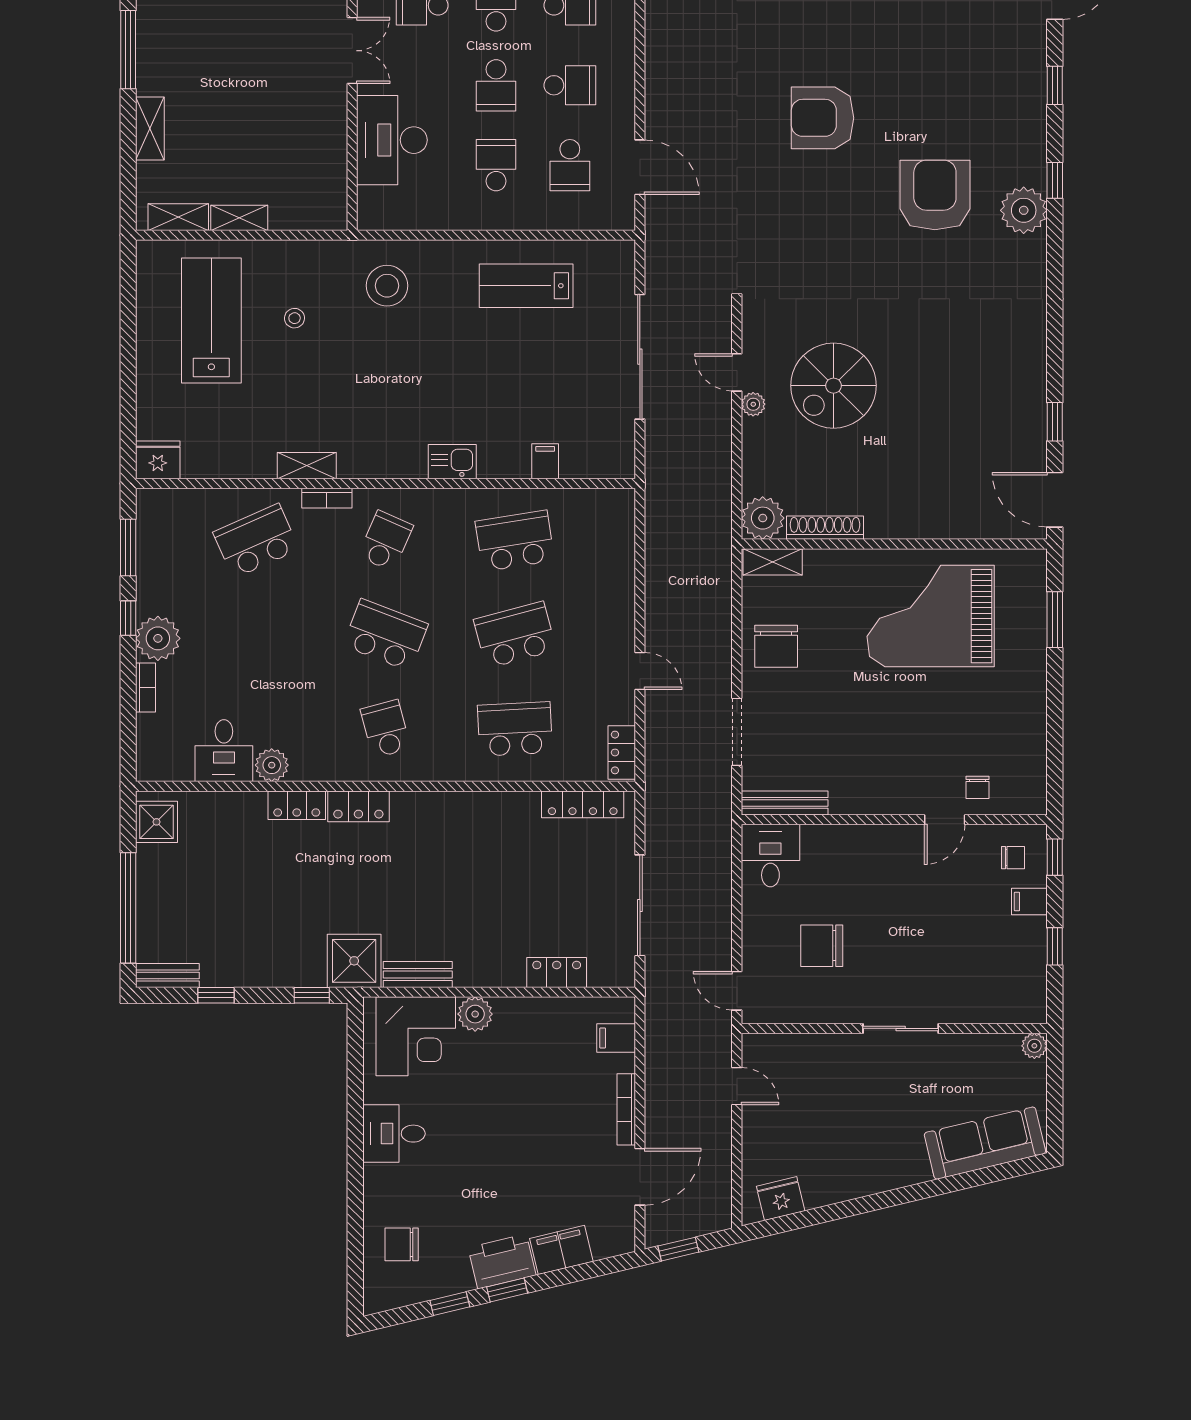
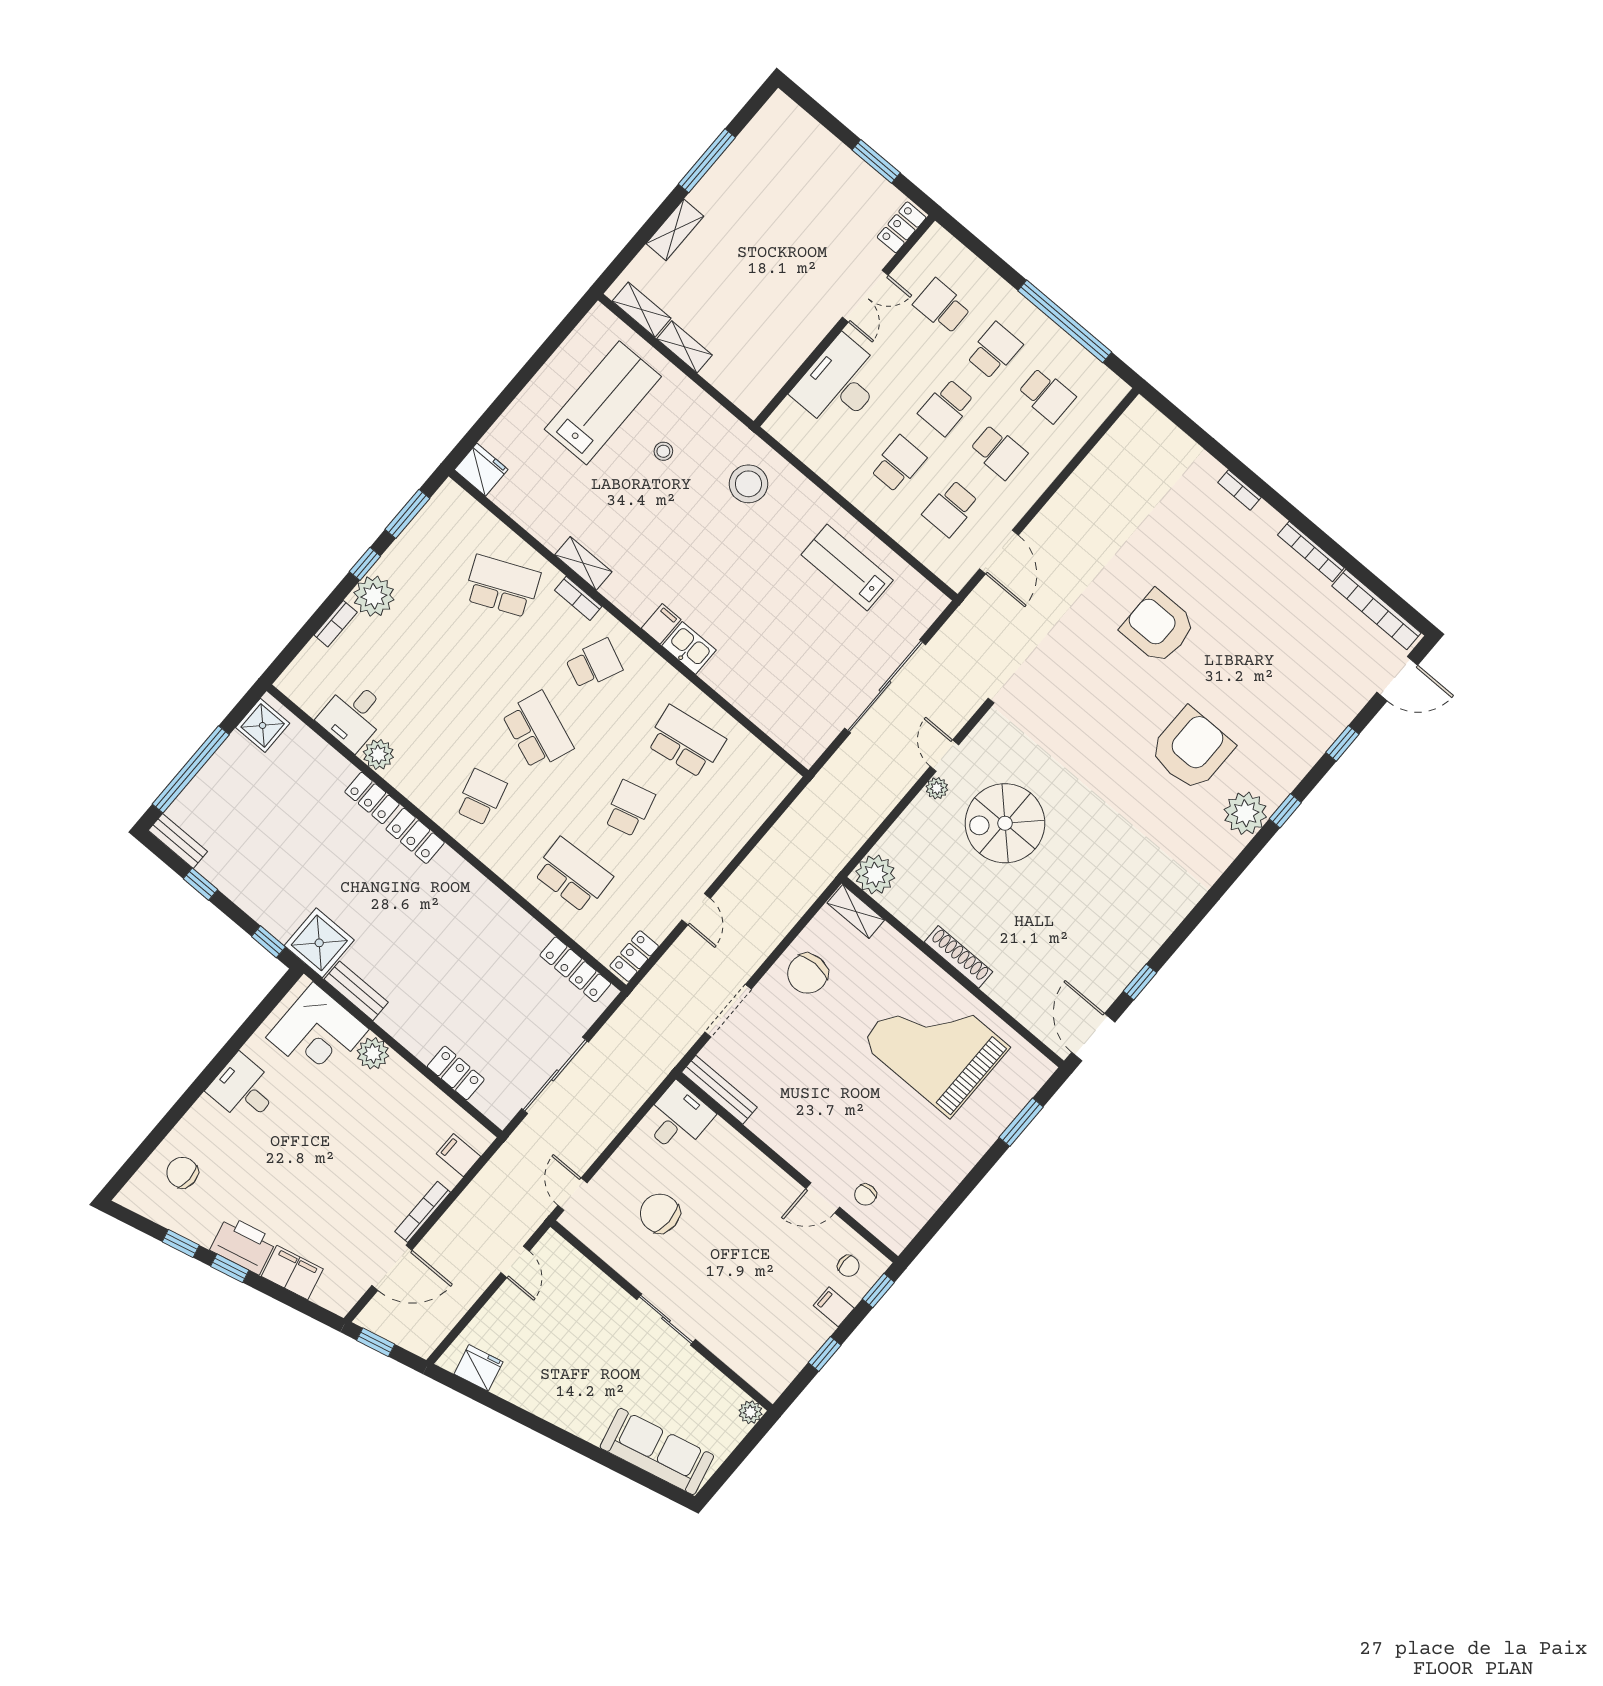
filing cabinet: (545, 461) -> (661, 624), moved
shoe rack: (825, 528) -> (958, 957), moved
school desk: (515, 635) -> (629, 808), width x0.54

